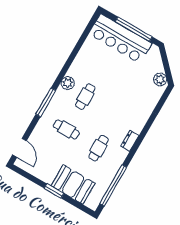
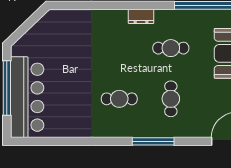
plant: (160, 79) -> (48, 23), removed
plant: (68, 83) -> (115, 129), removed

